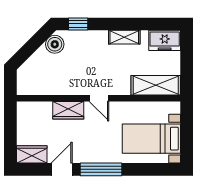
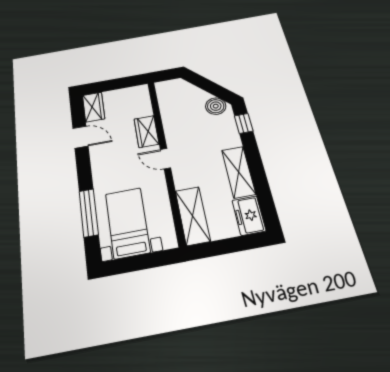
shelving: (124, 37) -> (239, 172), width x1.50, depth x1.33
door: (99, 98) -> (165, 159), hinge flipped
window: (101, 169) -> (89, 213), moved

